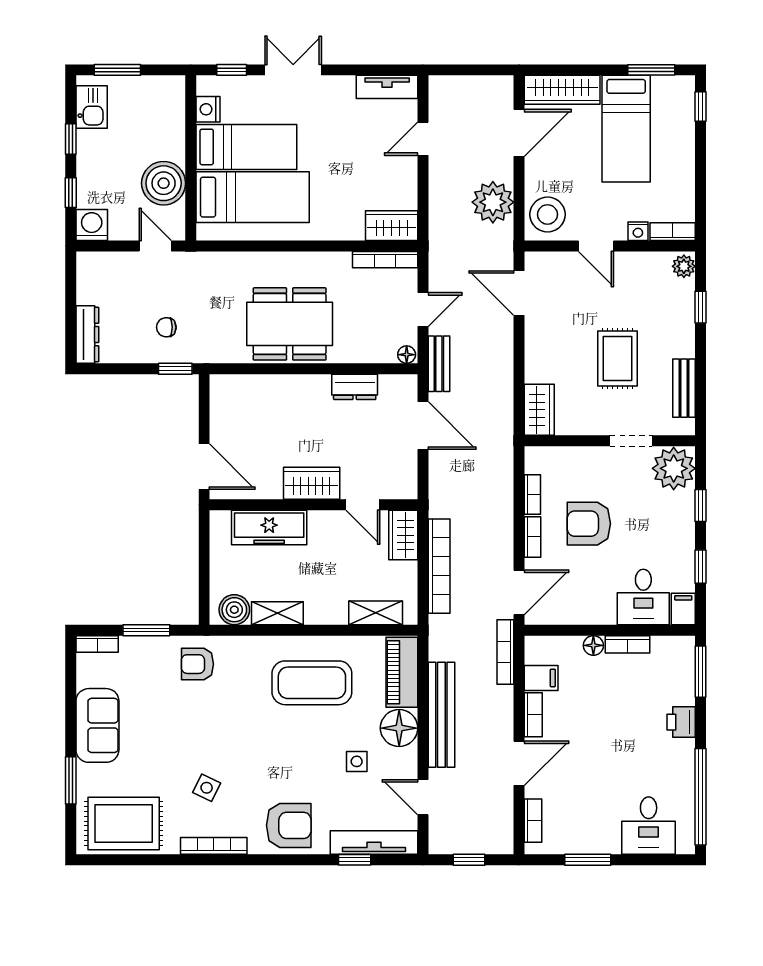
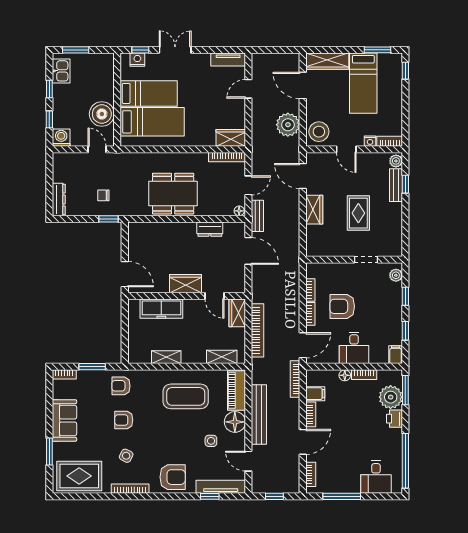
nightstand: (208, 109) -> (137, 60), moved, turned 90
door: (519, 133) -> (303, 86), swing flipped
bench: (684, 388) -> (396, 185), moved
wardrobe: (539, 410) -> (314, 210), moved
plant: (674, 468) -> (396, 275), width x0.53, depth x0.53
desk: (643, 597) -> (354, 348), moved
boiler: (234, 610) -> (142, 355), removed
plant: (675, 684) -> (391, 397), added
armchair: (203, 725) -> (124, 420), added
window: (588, 860) -> (342, 496), width x1.44

